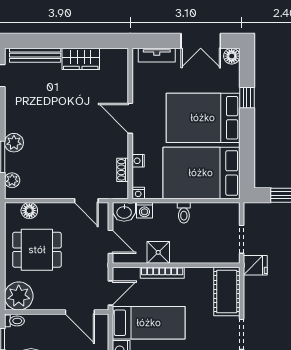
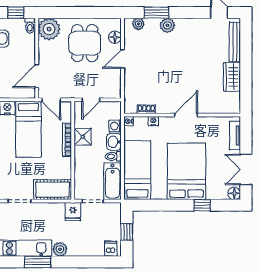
bed: (201, 173) -> (137, 170), width x0.67
door: (86, 201) -> (123, 59), moved
washbasin: (124, 212) -> (114, 142), moved
bathtub: (216, 214) -> (113, 181), added

